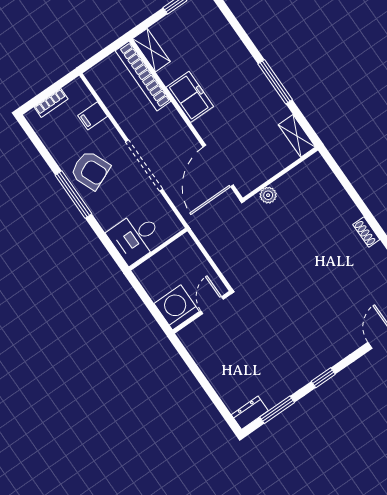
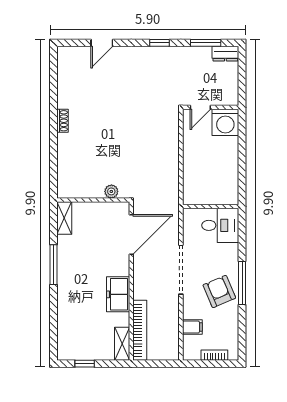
door: (212, 305) -> (200, 107), moved
washing machine: (177, 307) -> (225, 122), moved
wall: (202, 312) -> (211, 107), moved

